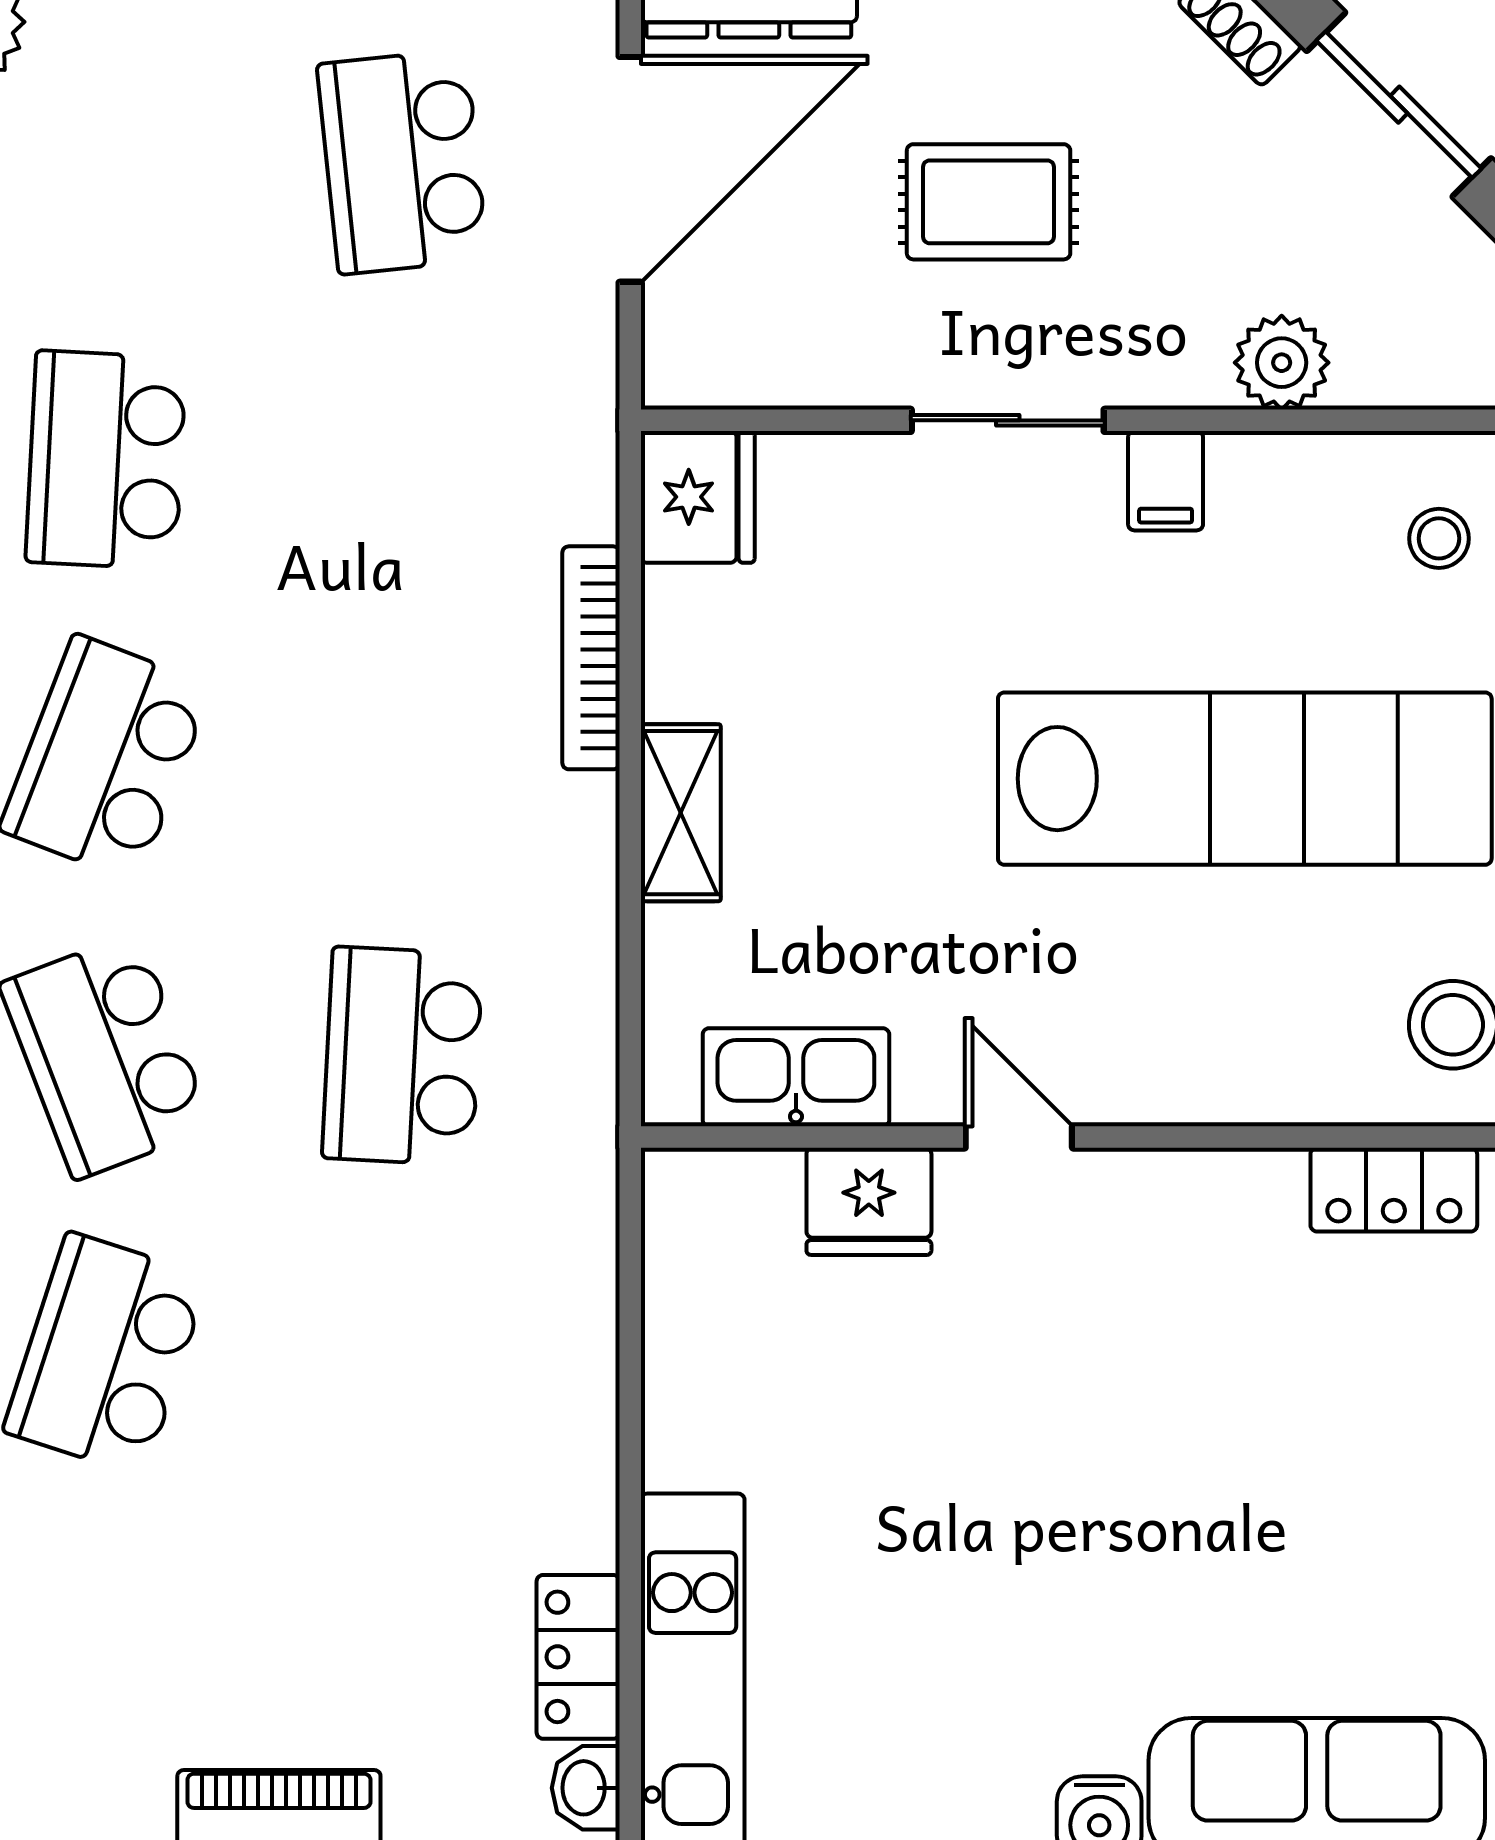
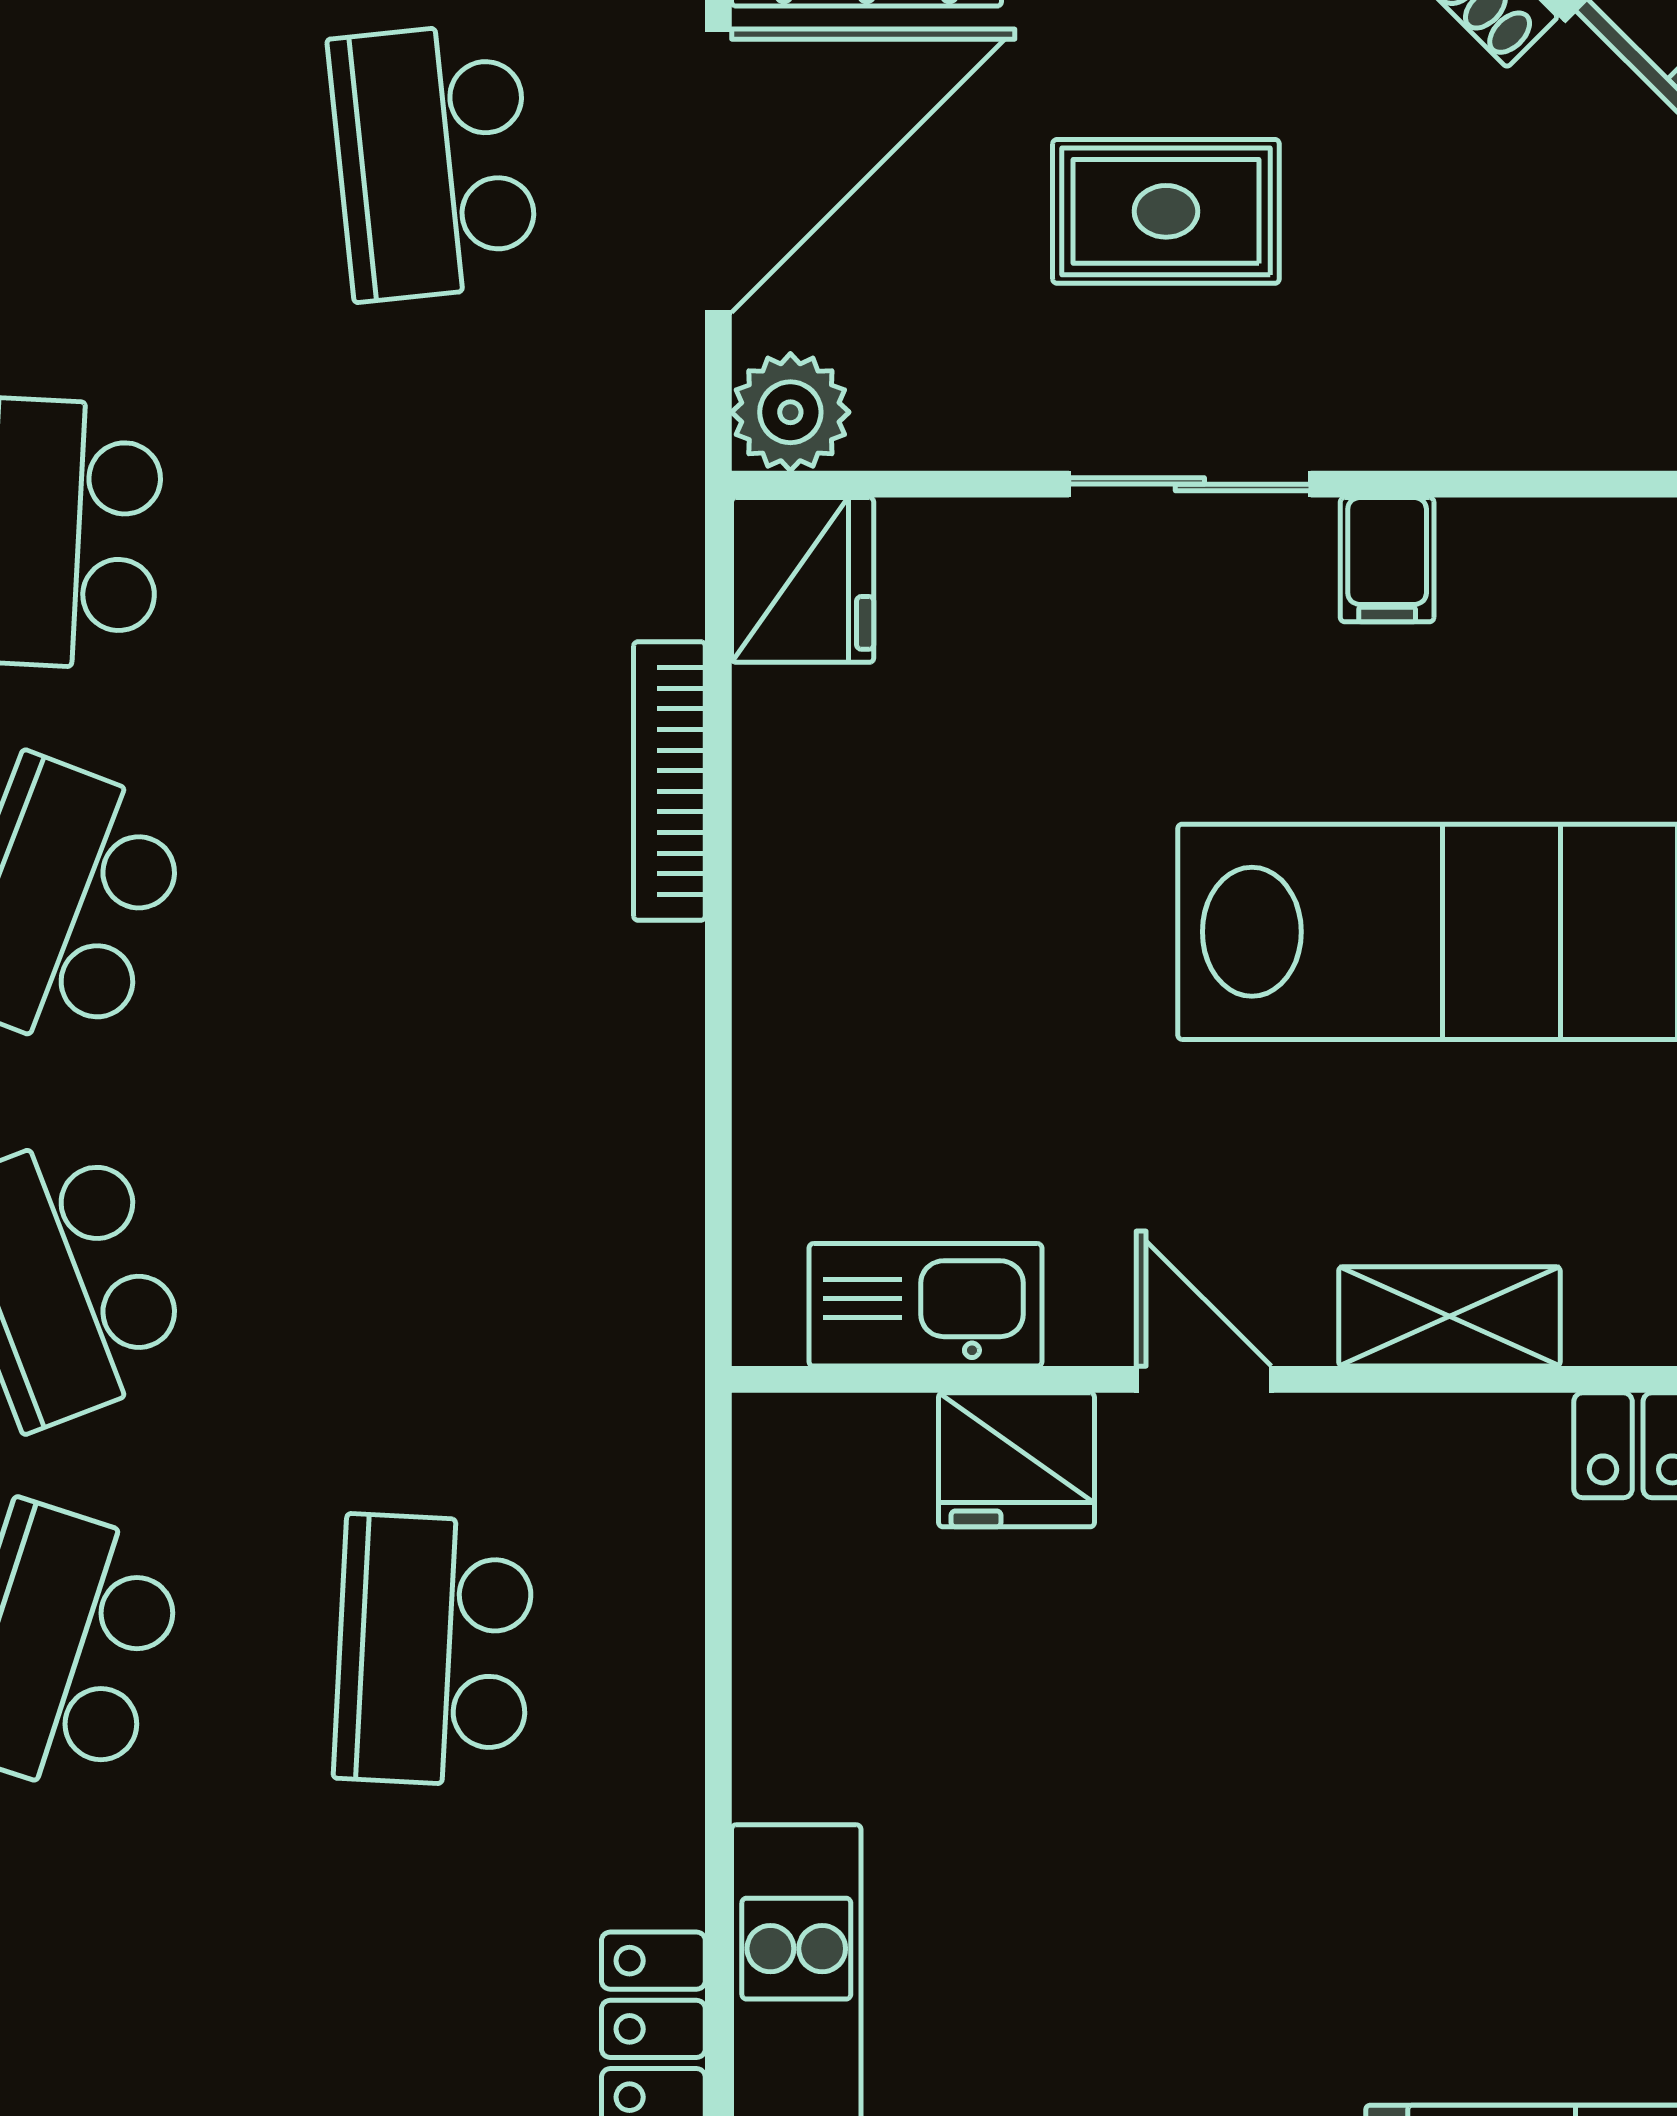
plant: (1282, 363) -> (790, 412), moved
shelving: (681, 813) -> (1449, 1316), moved, turned 90
school desk: (402, 1056) -> (434, 1651), moved

